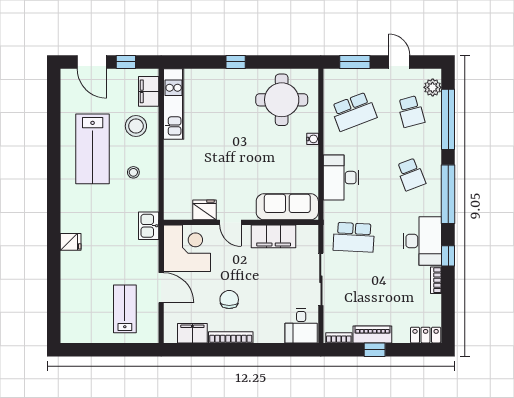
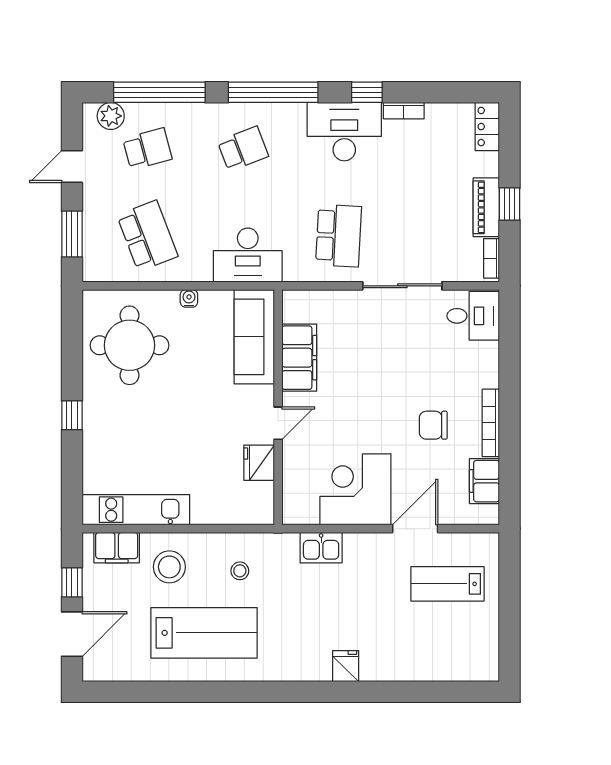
sofa: (287, 207) -> (254, 337), moved
fridge: (204, 210) -> (259, 463), moved
door: (230, 222) -> (278, 423), moved
wall: (241, 222) -> (278, 407), moved
filing cabinet: (274, 236) -> (299, 358), moved

